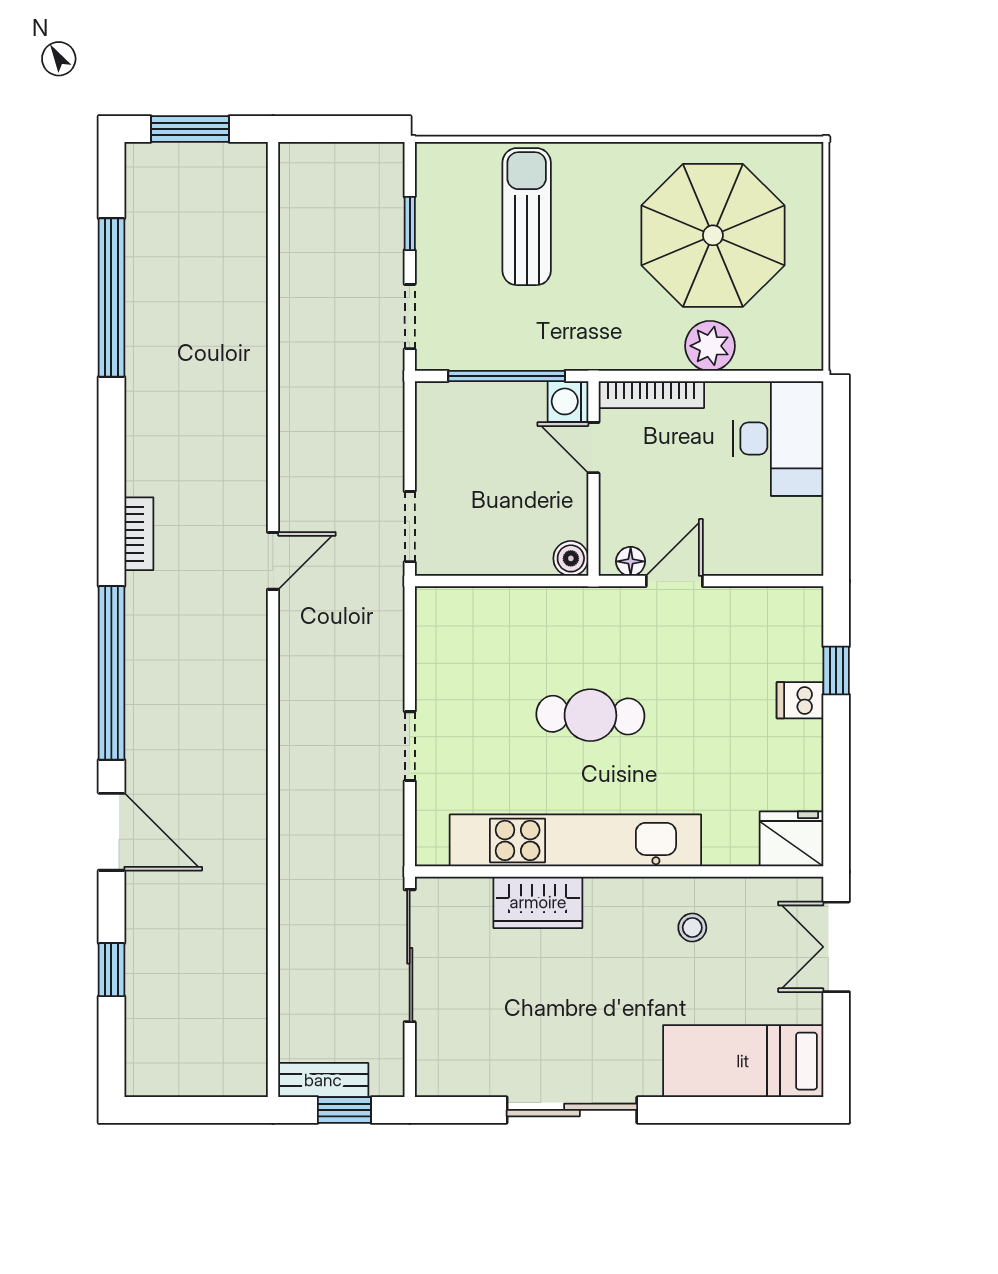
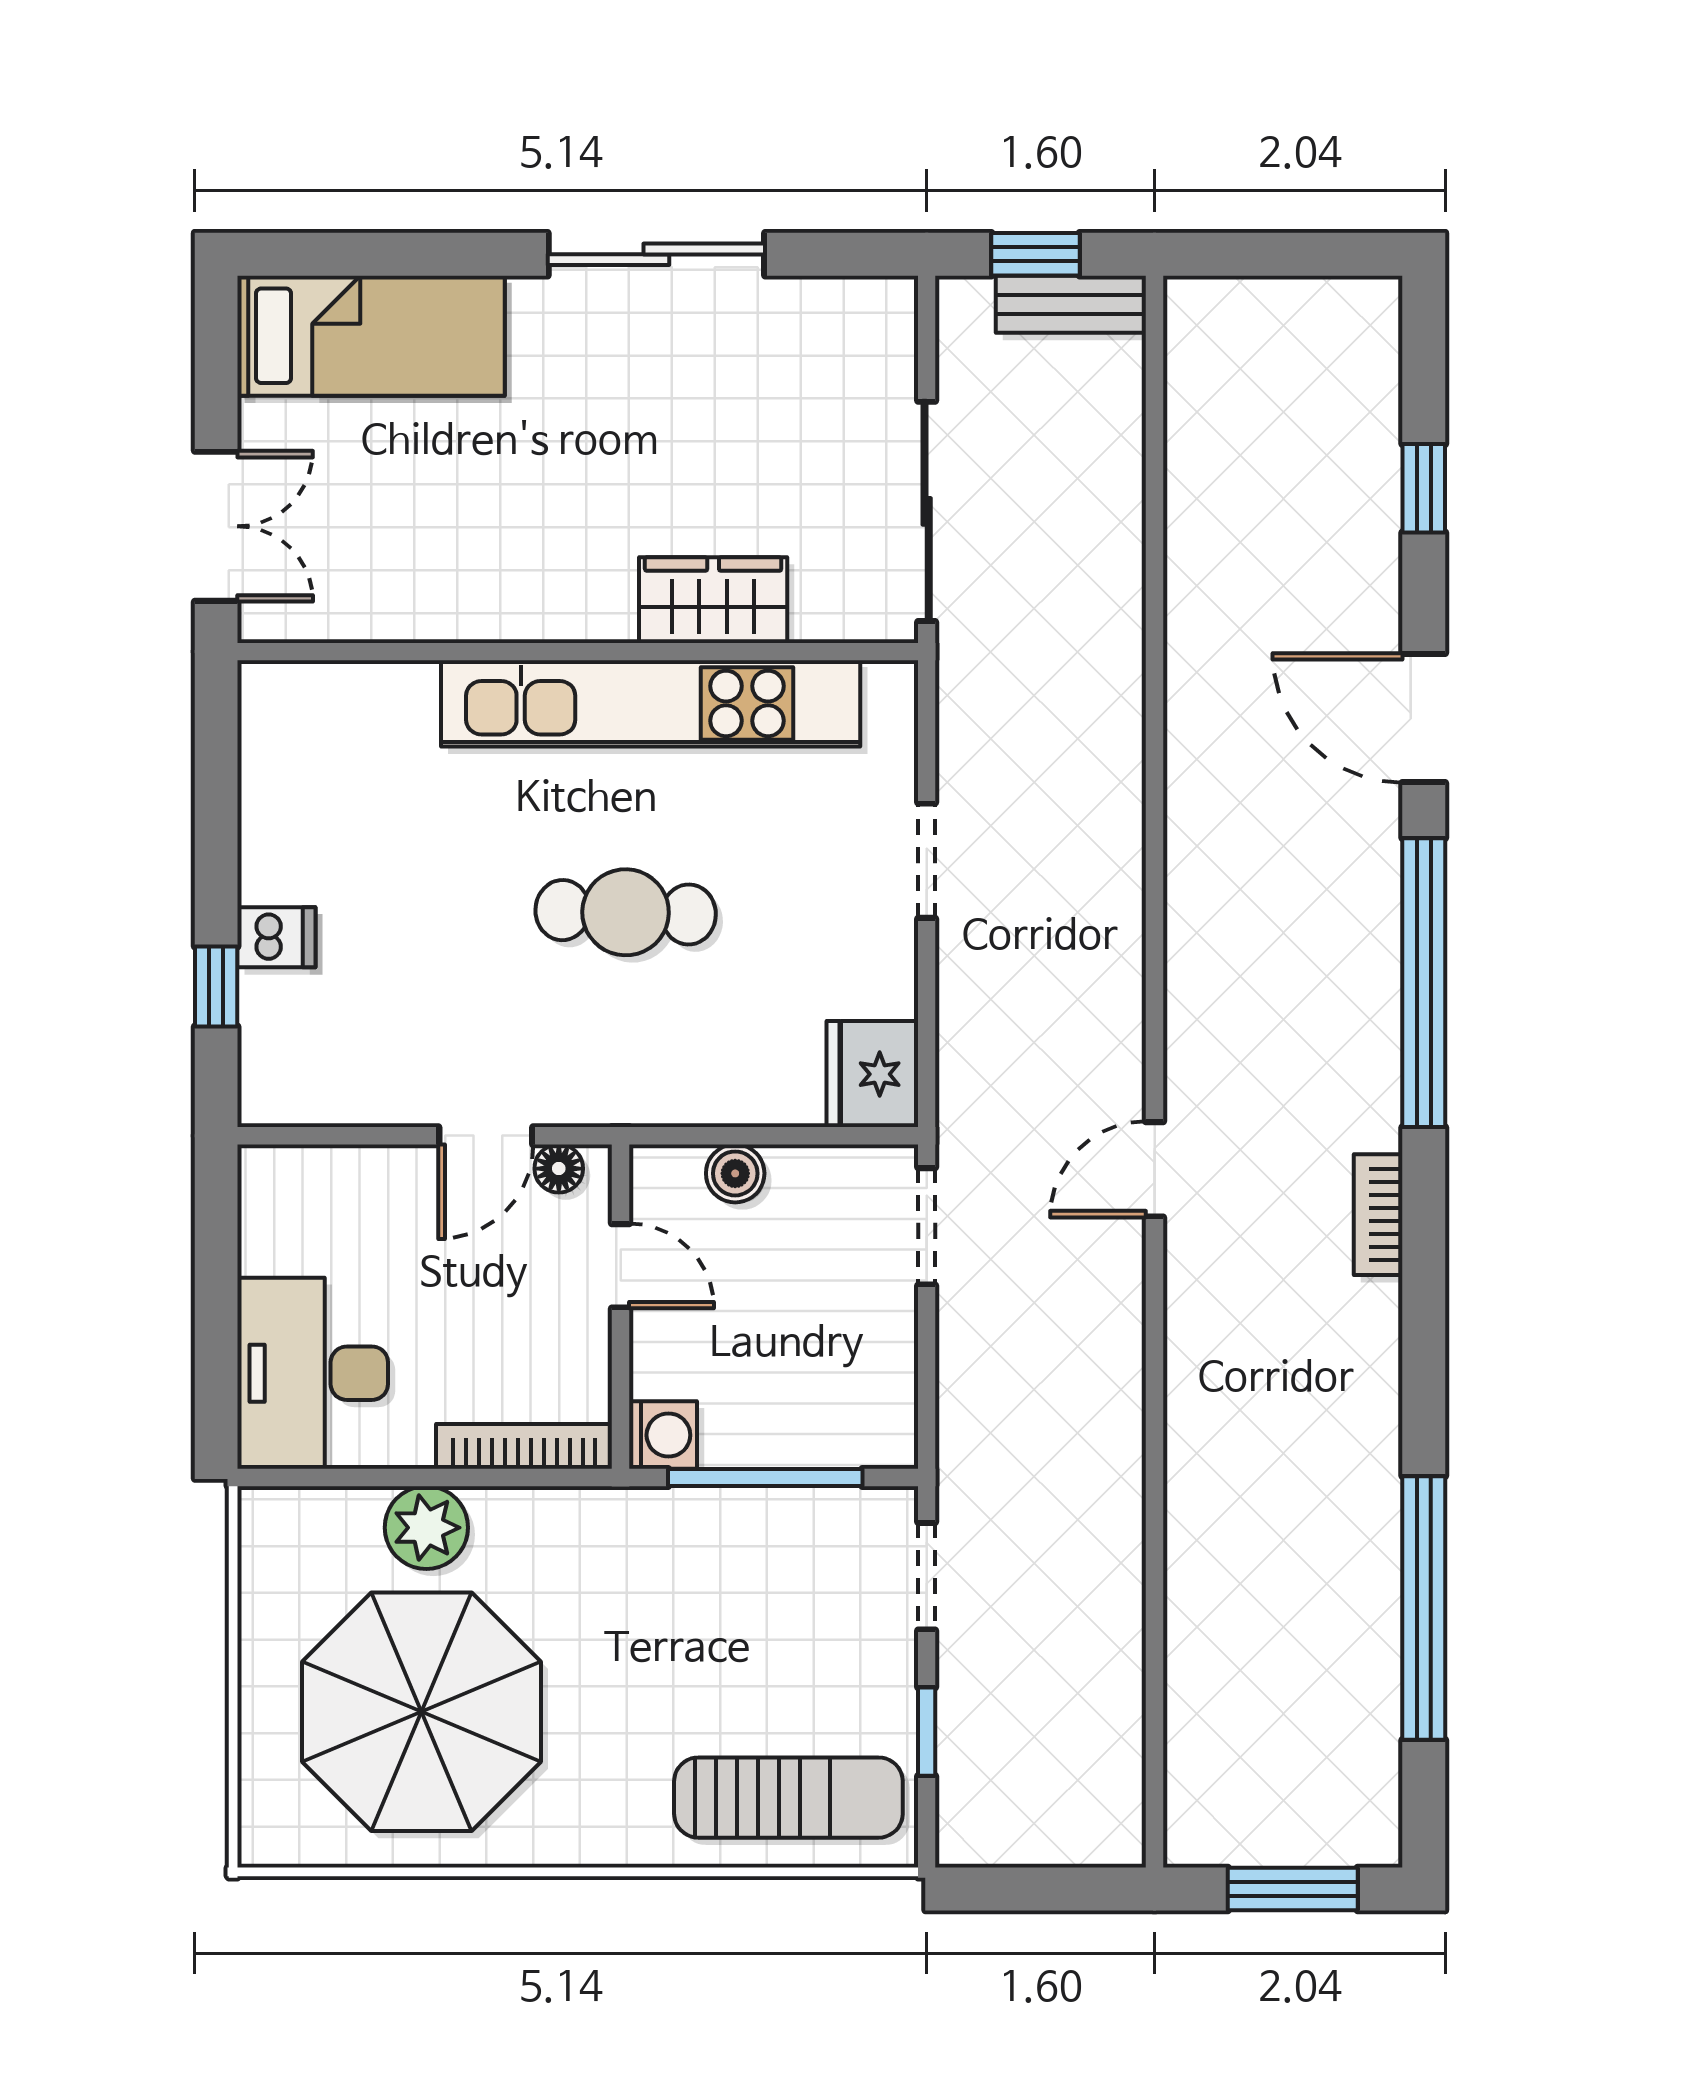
sun lounger: (527, 217) -> (788, 1798), moved, turned -90
door: (593, 448) -> (621, 1266), moved
boiler: (571, 558) -> (735, 1173), moved
fridge: (791, 839) -> (872, 1074), moved, turned 90
stool: (692, 927) -> (456, 558), removed

